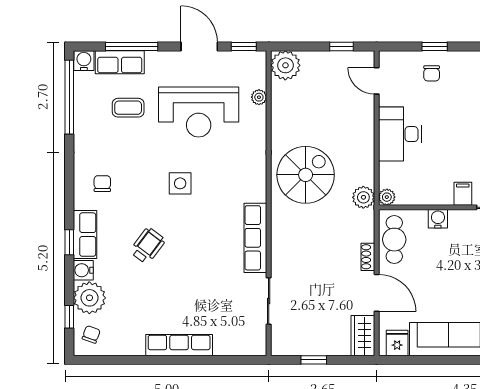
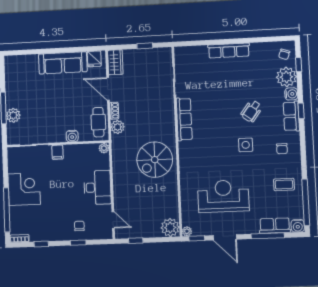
plant: (259, 97) -> (187, 231), moved
coffee table: (128, 108) -> (284, 184), moved
side table: (180, 183) -> (246, 145), moved
plant: (363, 197) -> (118, 127), moved

